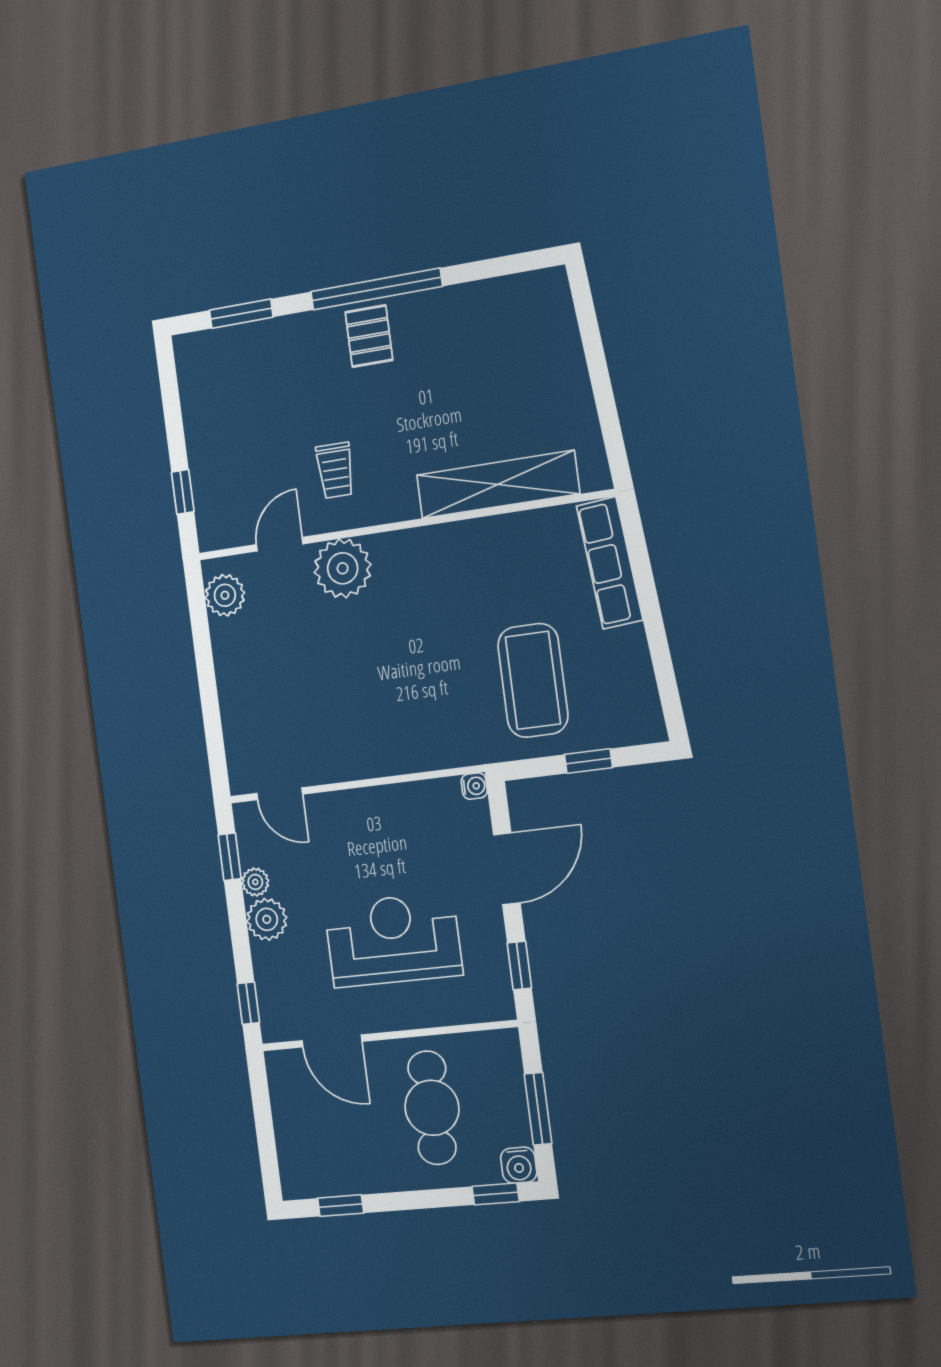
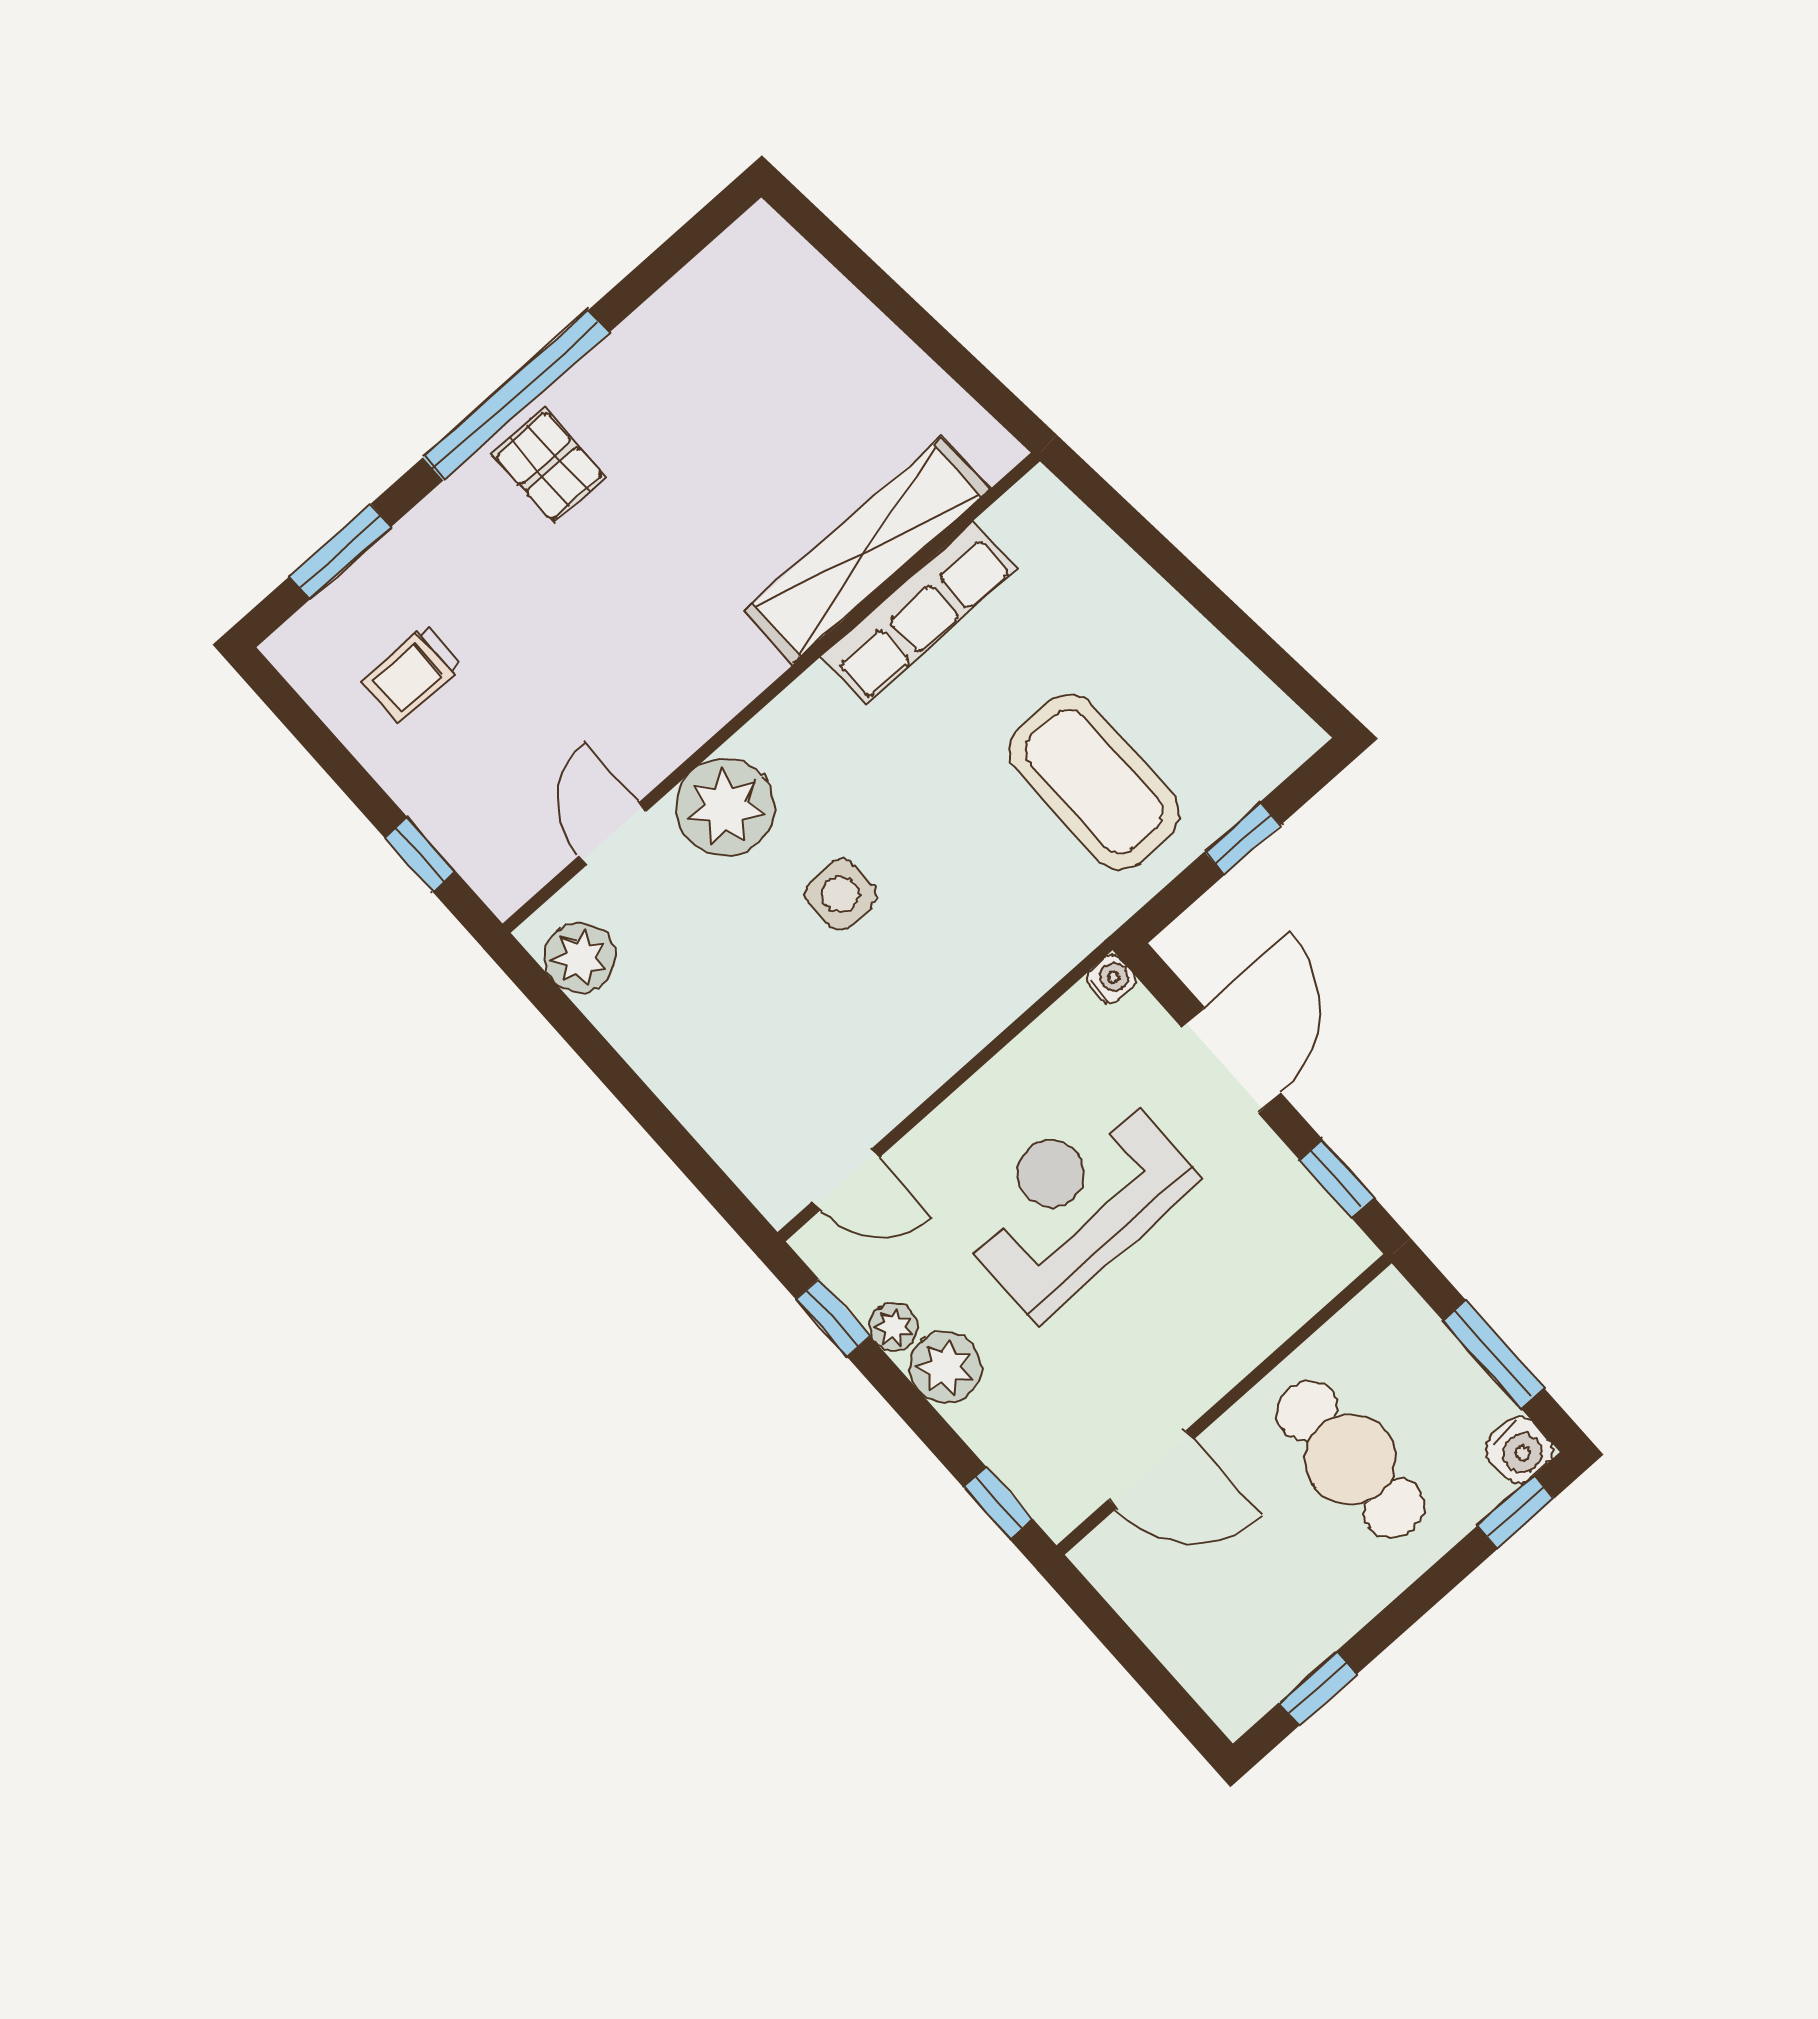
trolley: (335, 470) -> (412, 674), moved, turned 90
row of seats: (610, 563) -> (919, 613), moved, turned -85
side table: (370, 651) -> (841, 894), added
reception desk: (393, 940) -> (1075, 1201), moved

